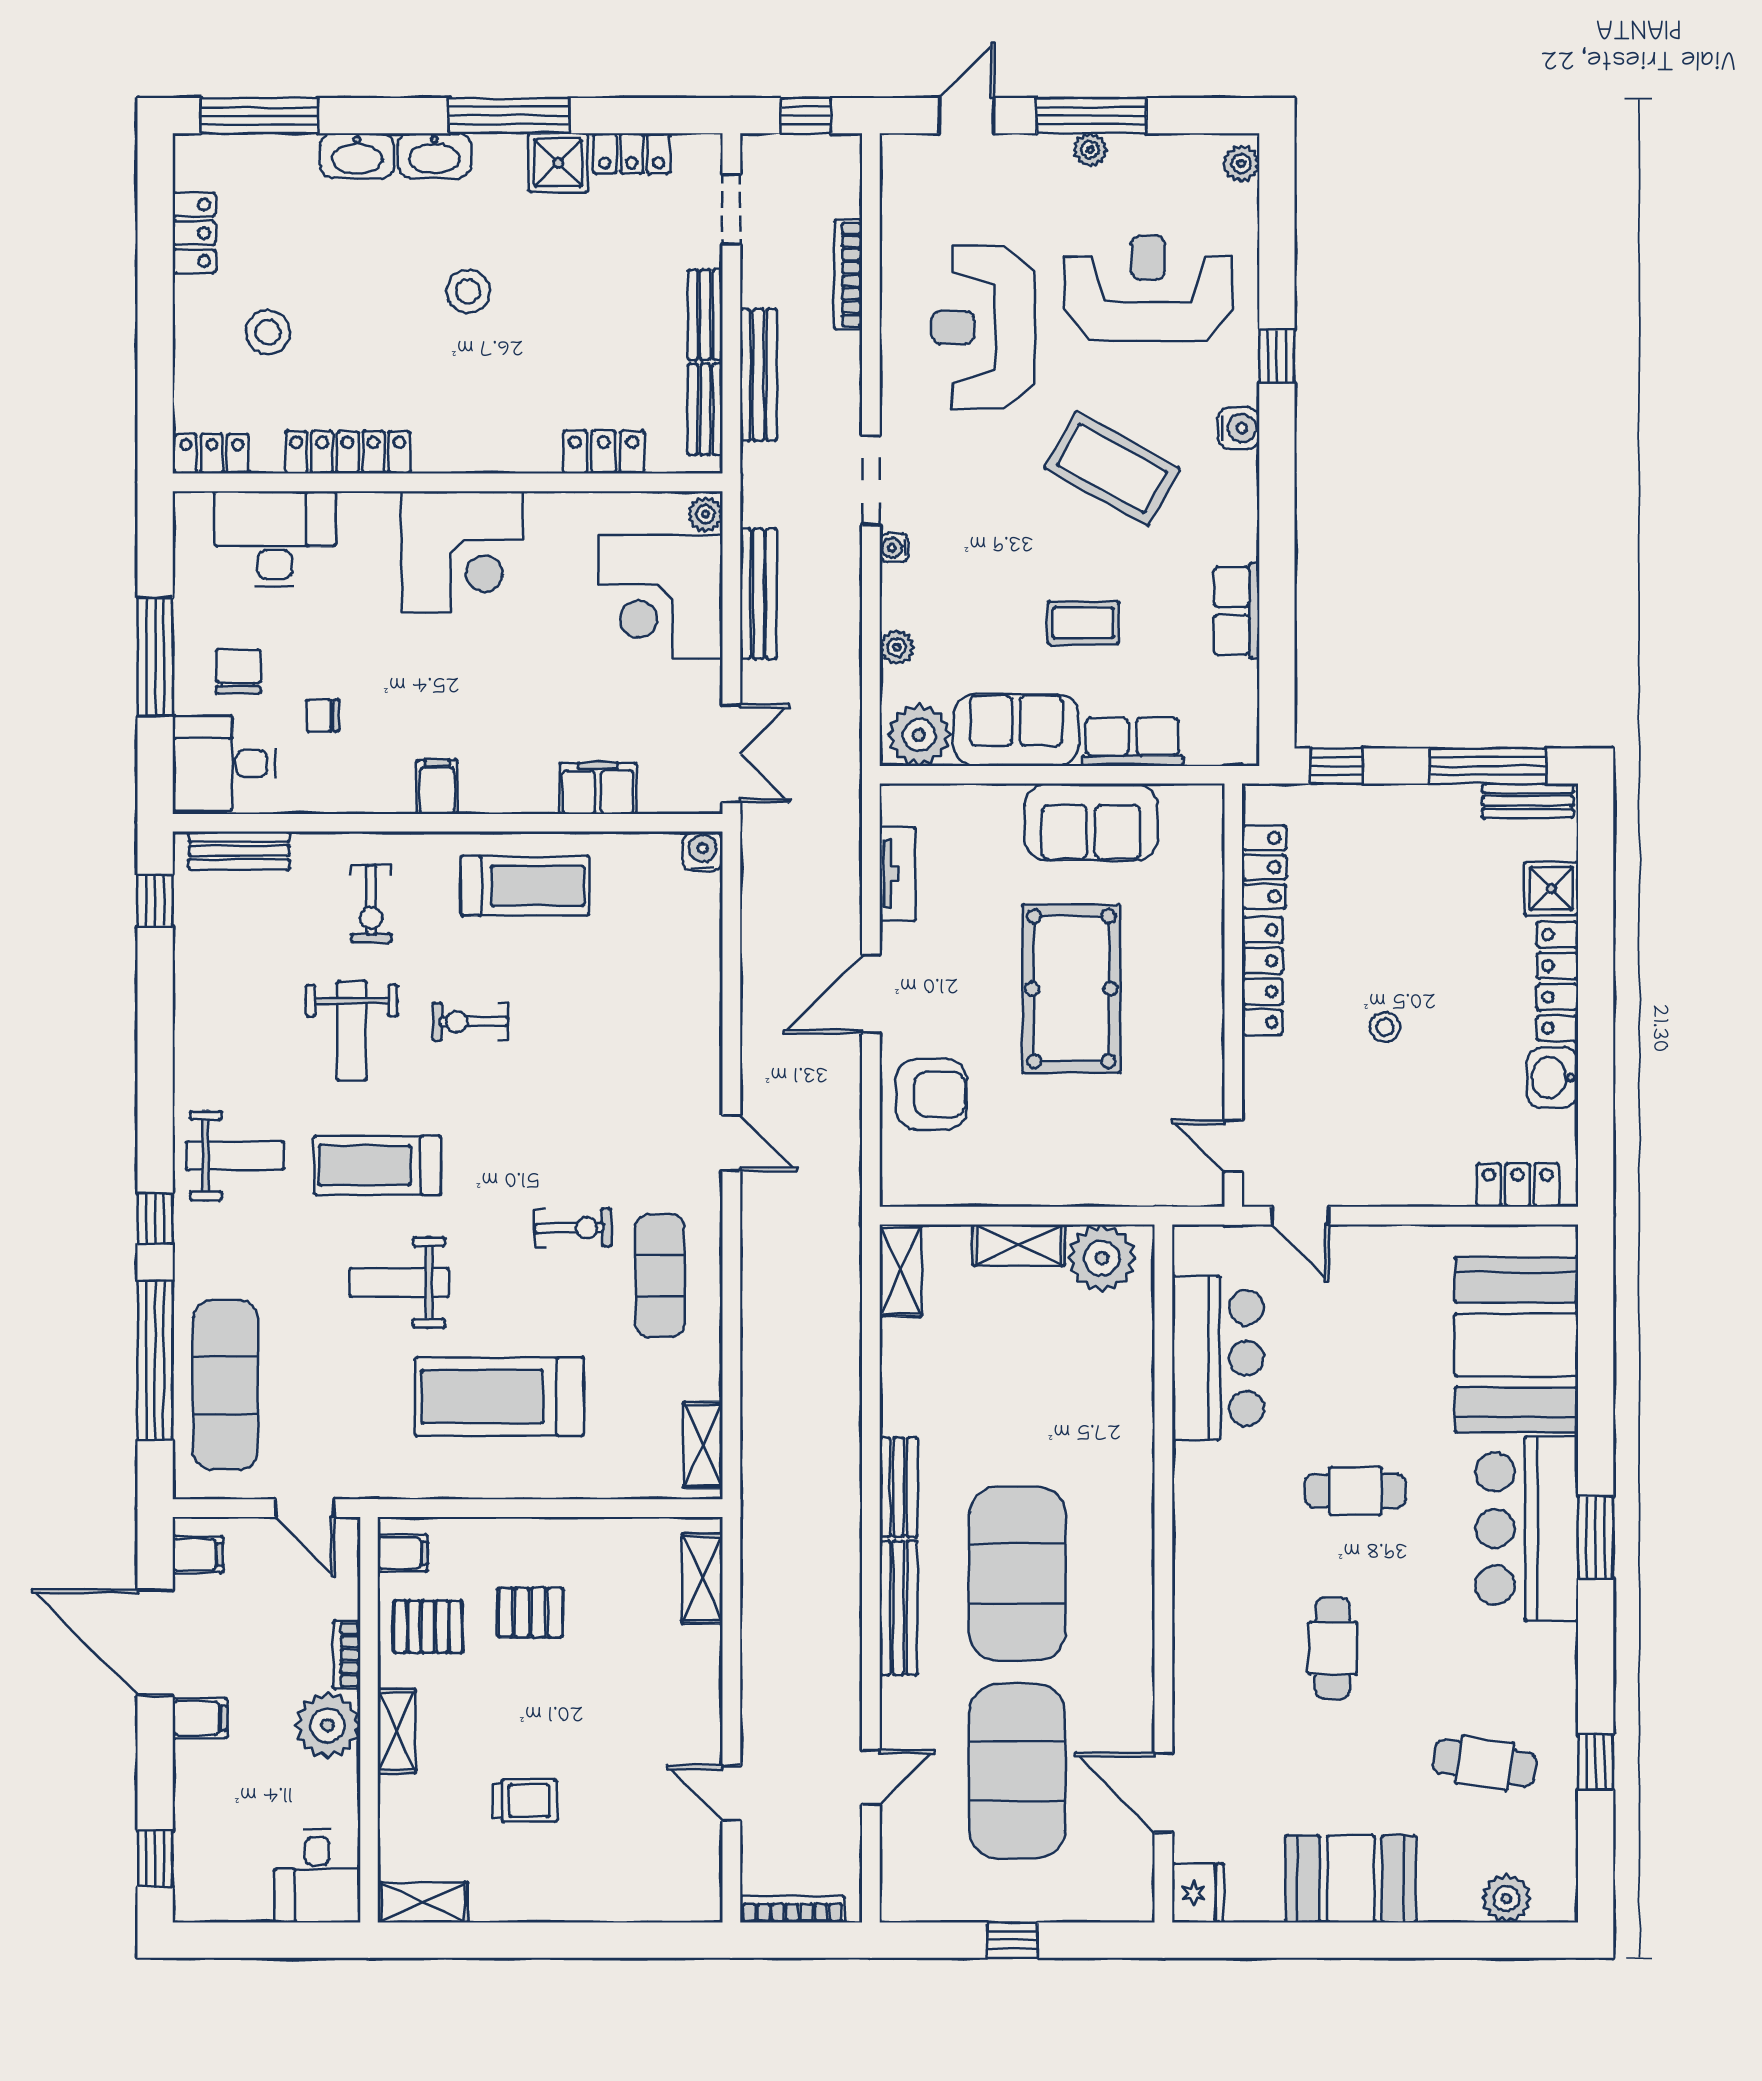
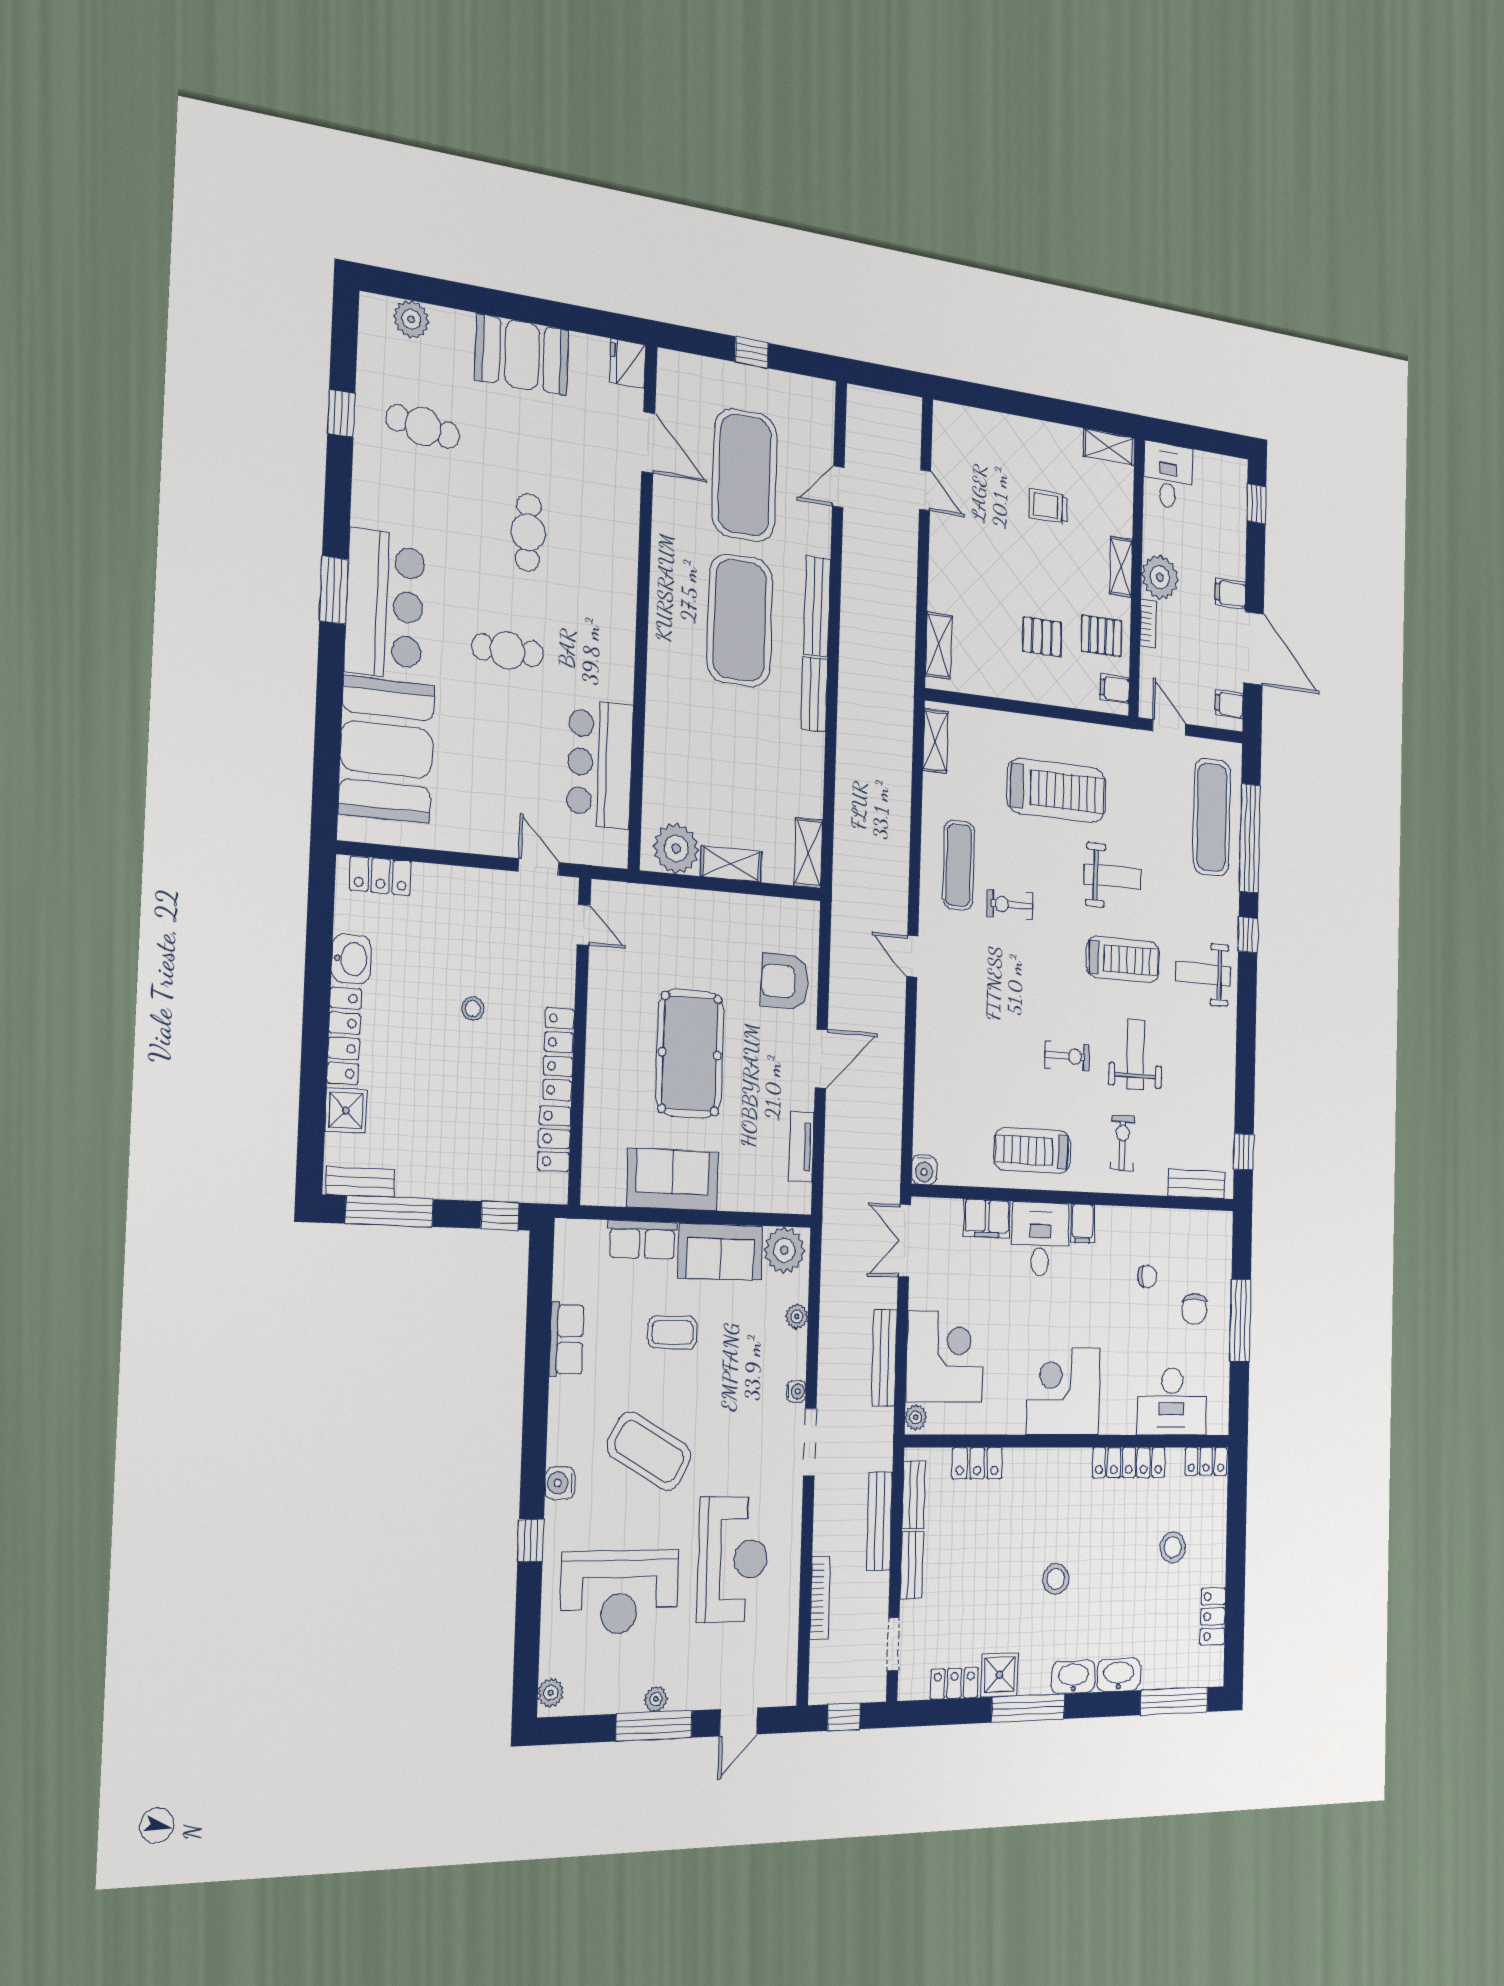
desk: (224, 763) -> (1040, 1239), moved, turned -90
bookcase: (792, 1909) -> (890, 401), removed

